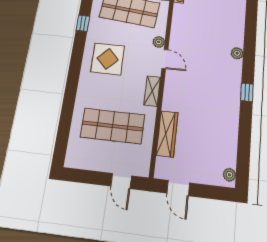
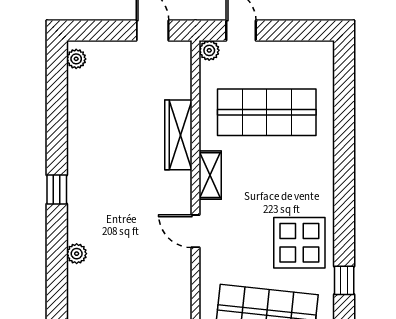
plant: (159, 42) -> (209, 50), moved
display table: (108, 59) -> (299, 243), moved
wardrobe: (167, 134) -> (178, 135), moved

